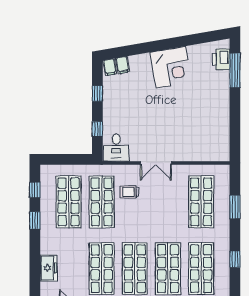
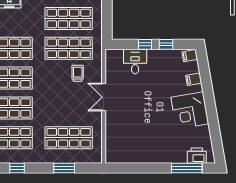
filing cabinet: (123, 65) -> (194, 79), moved
window: (97, 129) -> (145, 44), moved
desk: (116, 148) -> (135, 61), moved, turned 90

